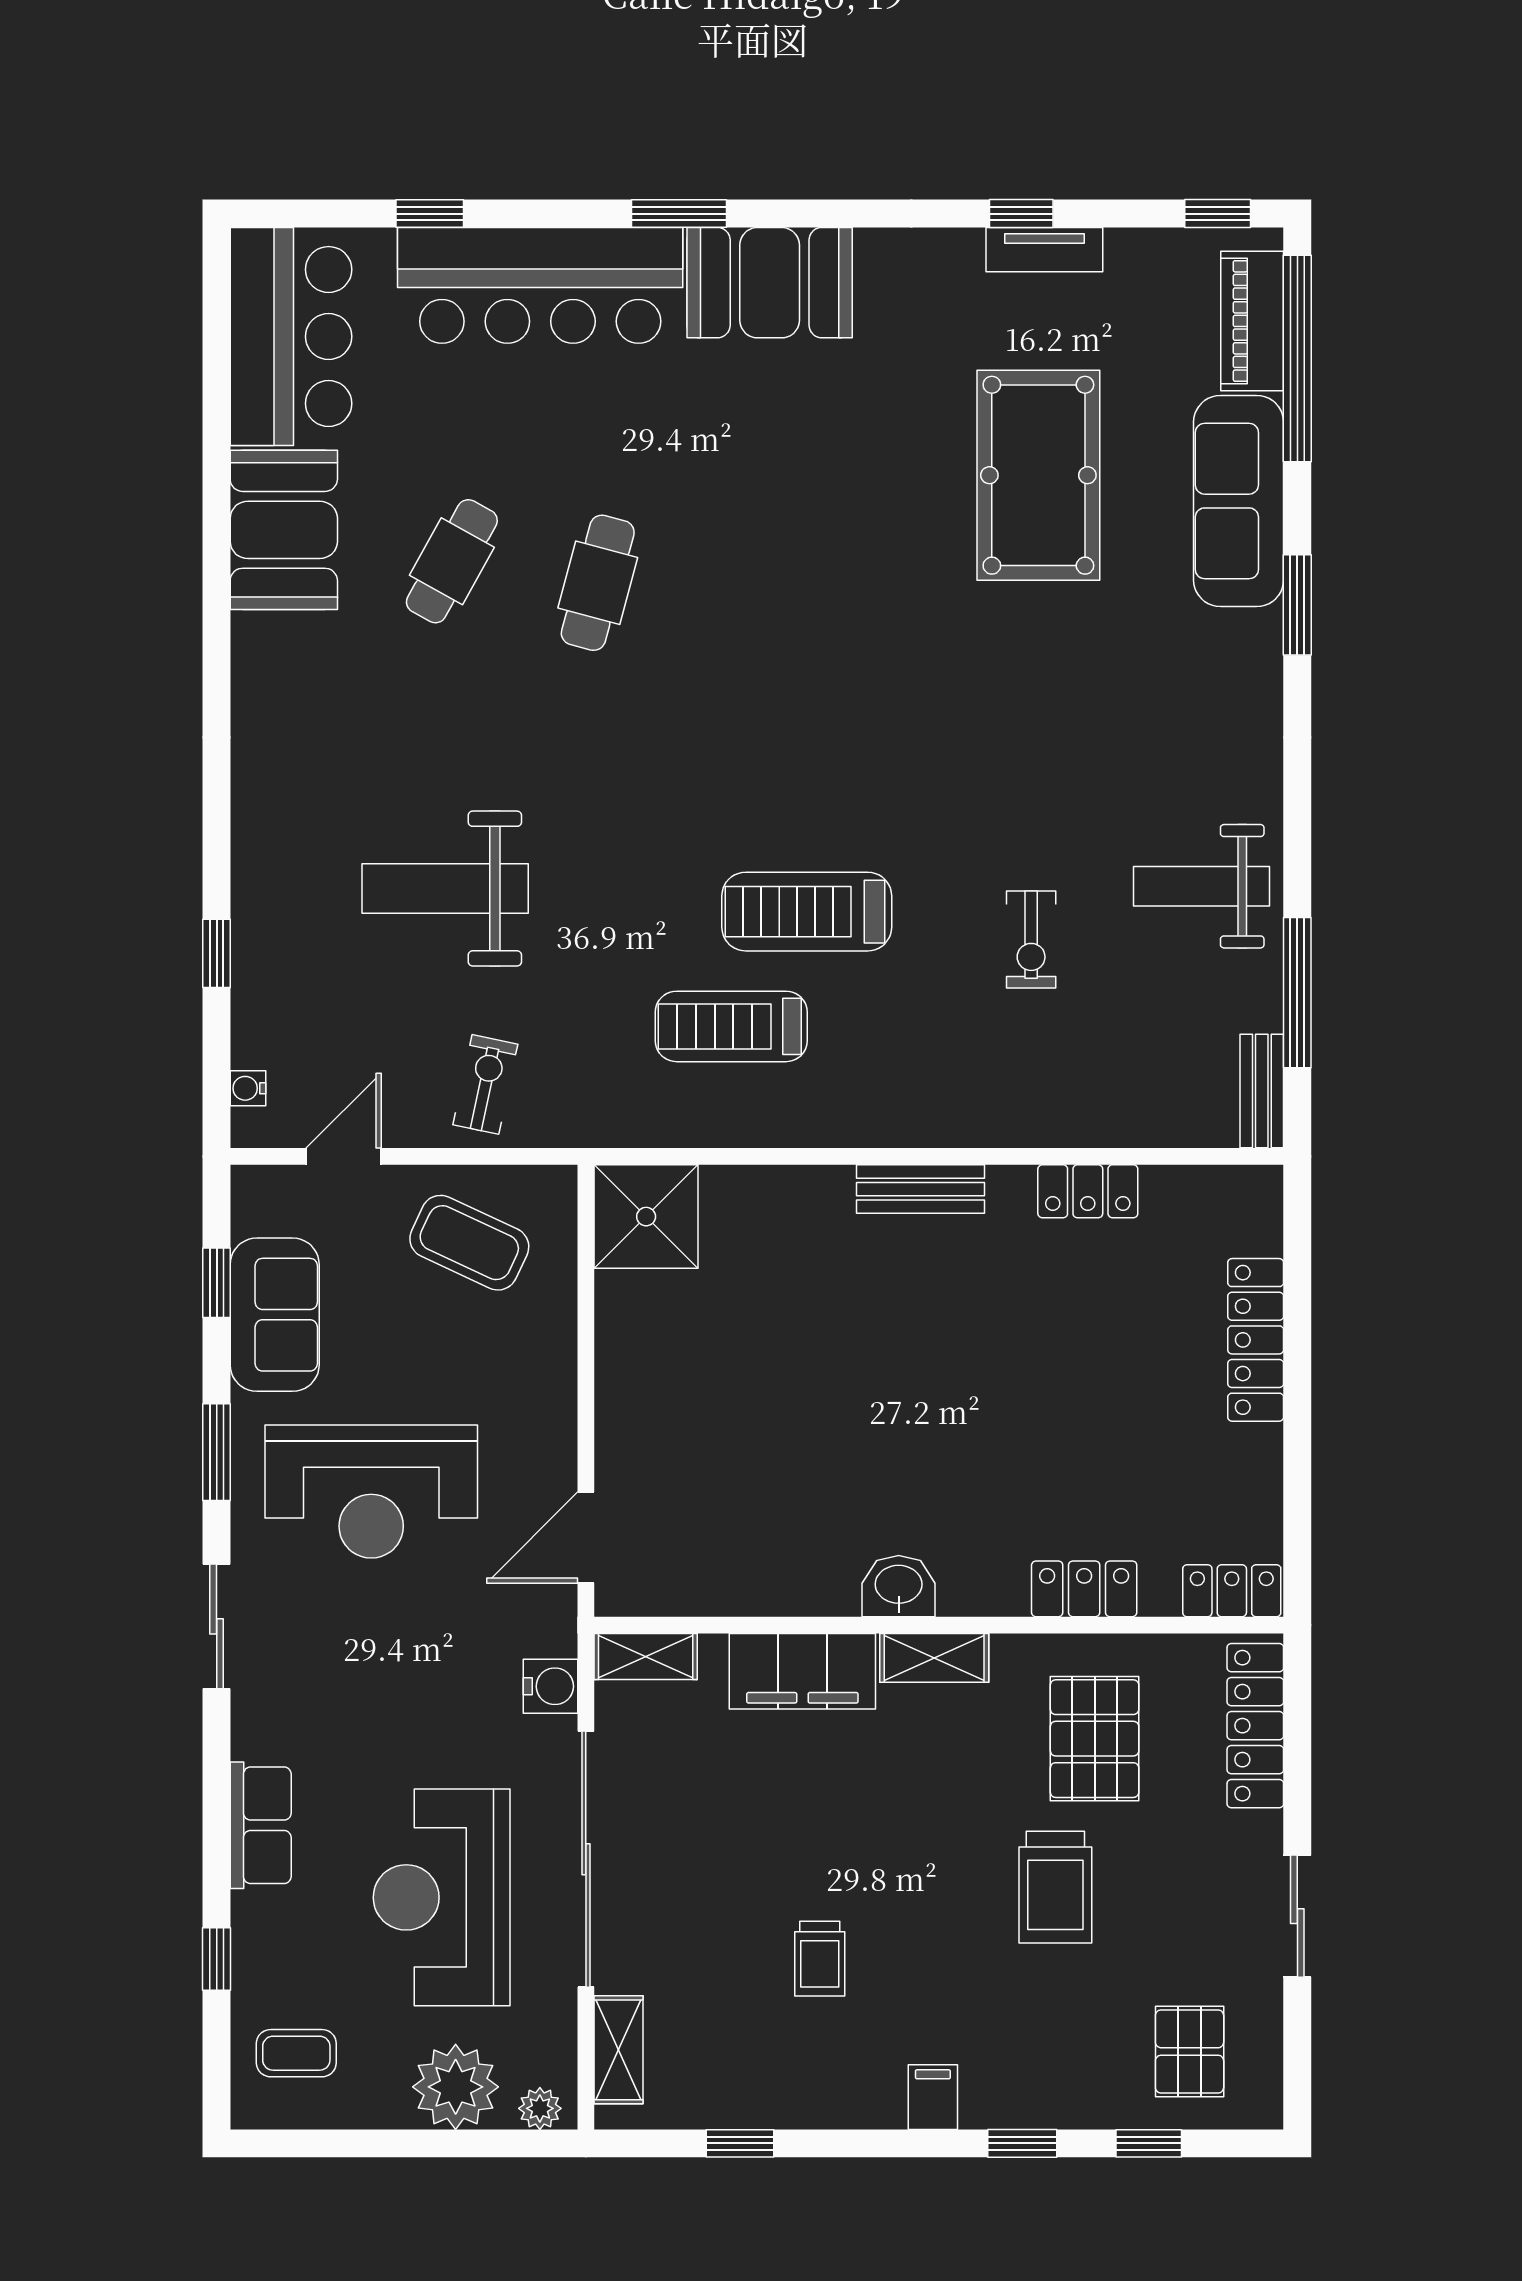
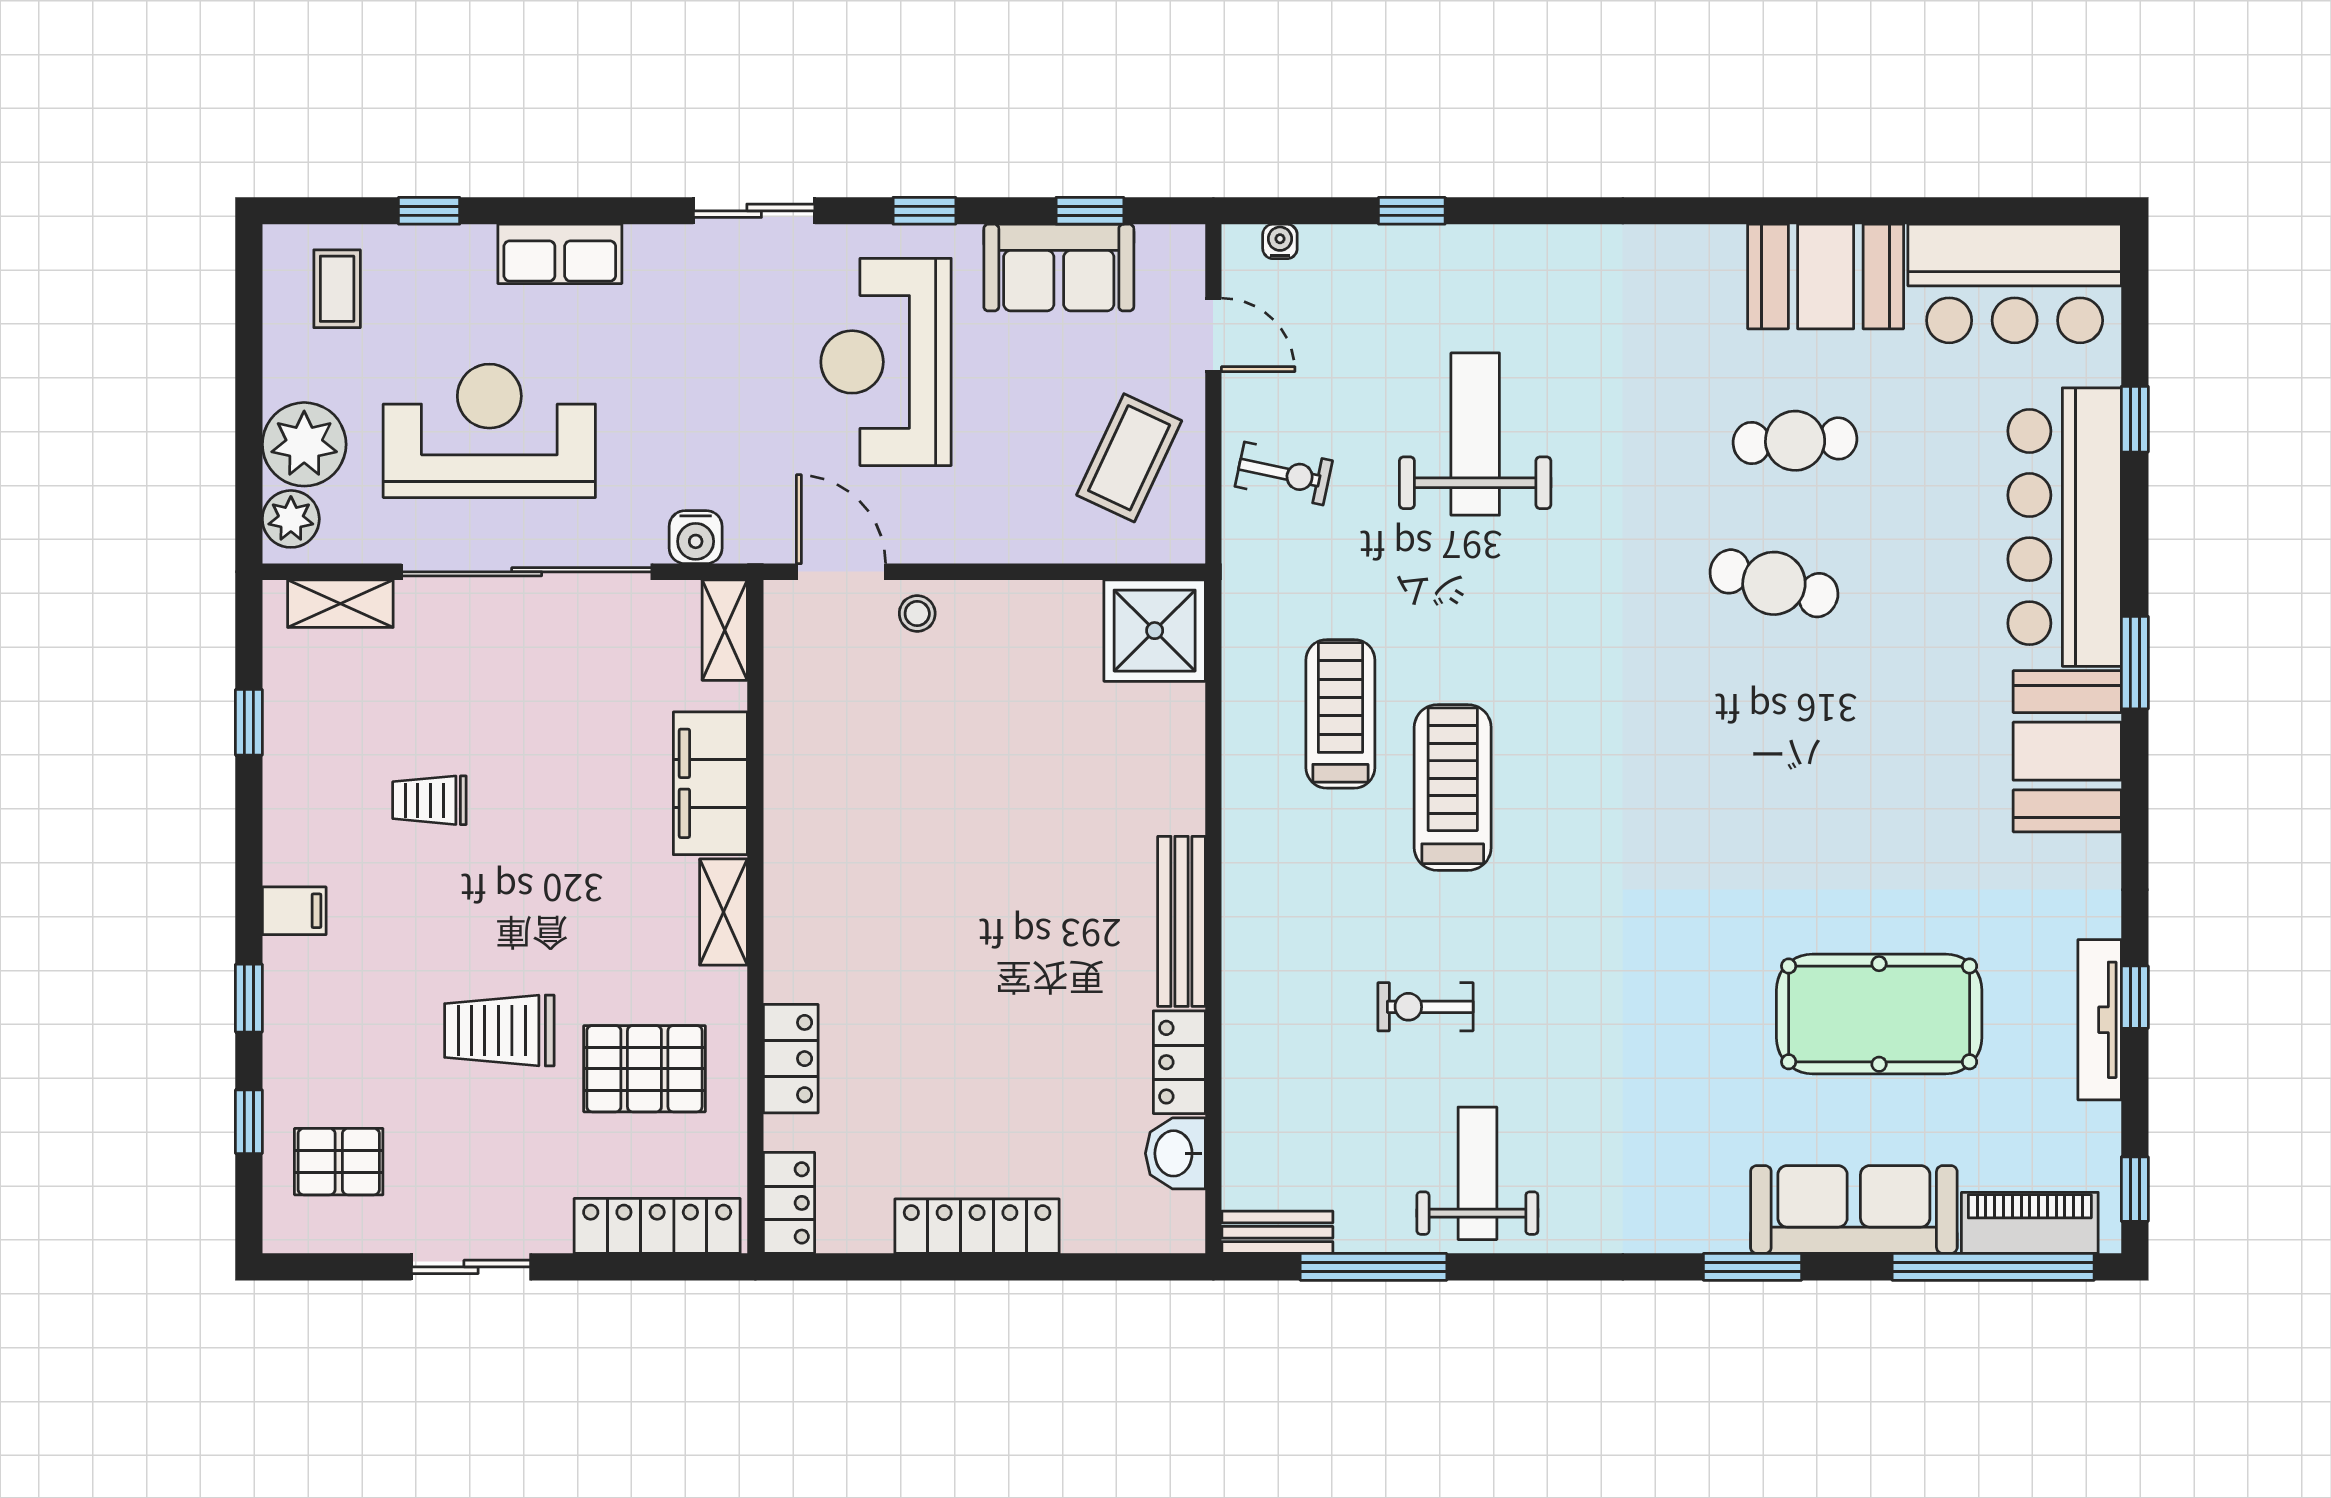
tv unit: (1044, 250) -> (2100, 1020), width x1.41
cafe table: (452, 561) -> (1795, 441), turned -32
bench: (920, 1189) -> (1181, 921), width x1.36
locker: (1256, 1340) -> (977, 1226), moved
window: (217, 1452) -> (924, 211), width x0.67
stool: (629, 1460) -> (917, 613), added
washbasin: (899, 1586) -> (1175, 1153), moved, turned 180
plant: (540, 2108) -> (291, 519), width x1.38, depth x1.38

